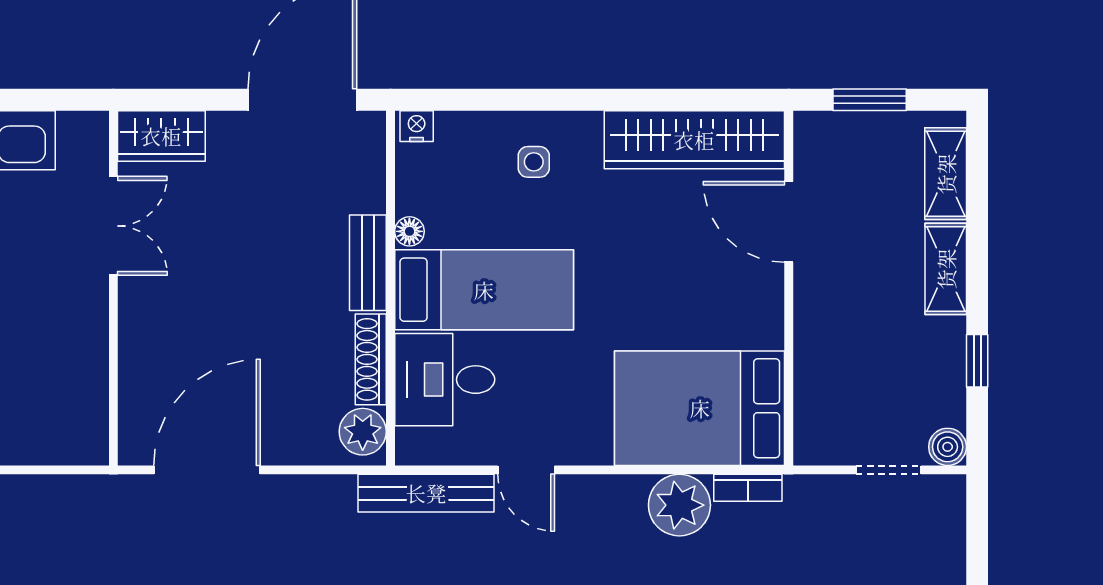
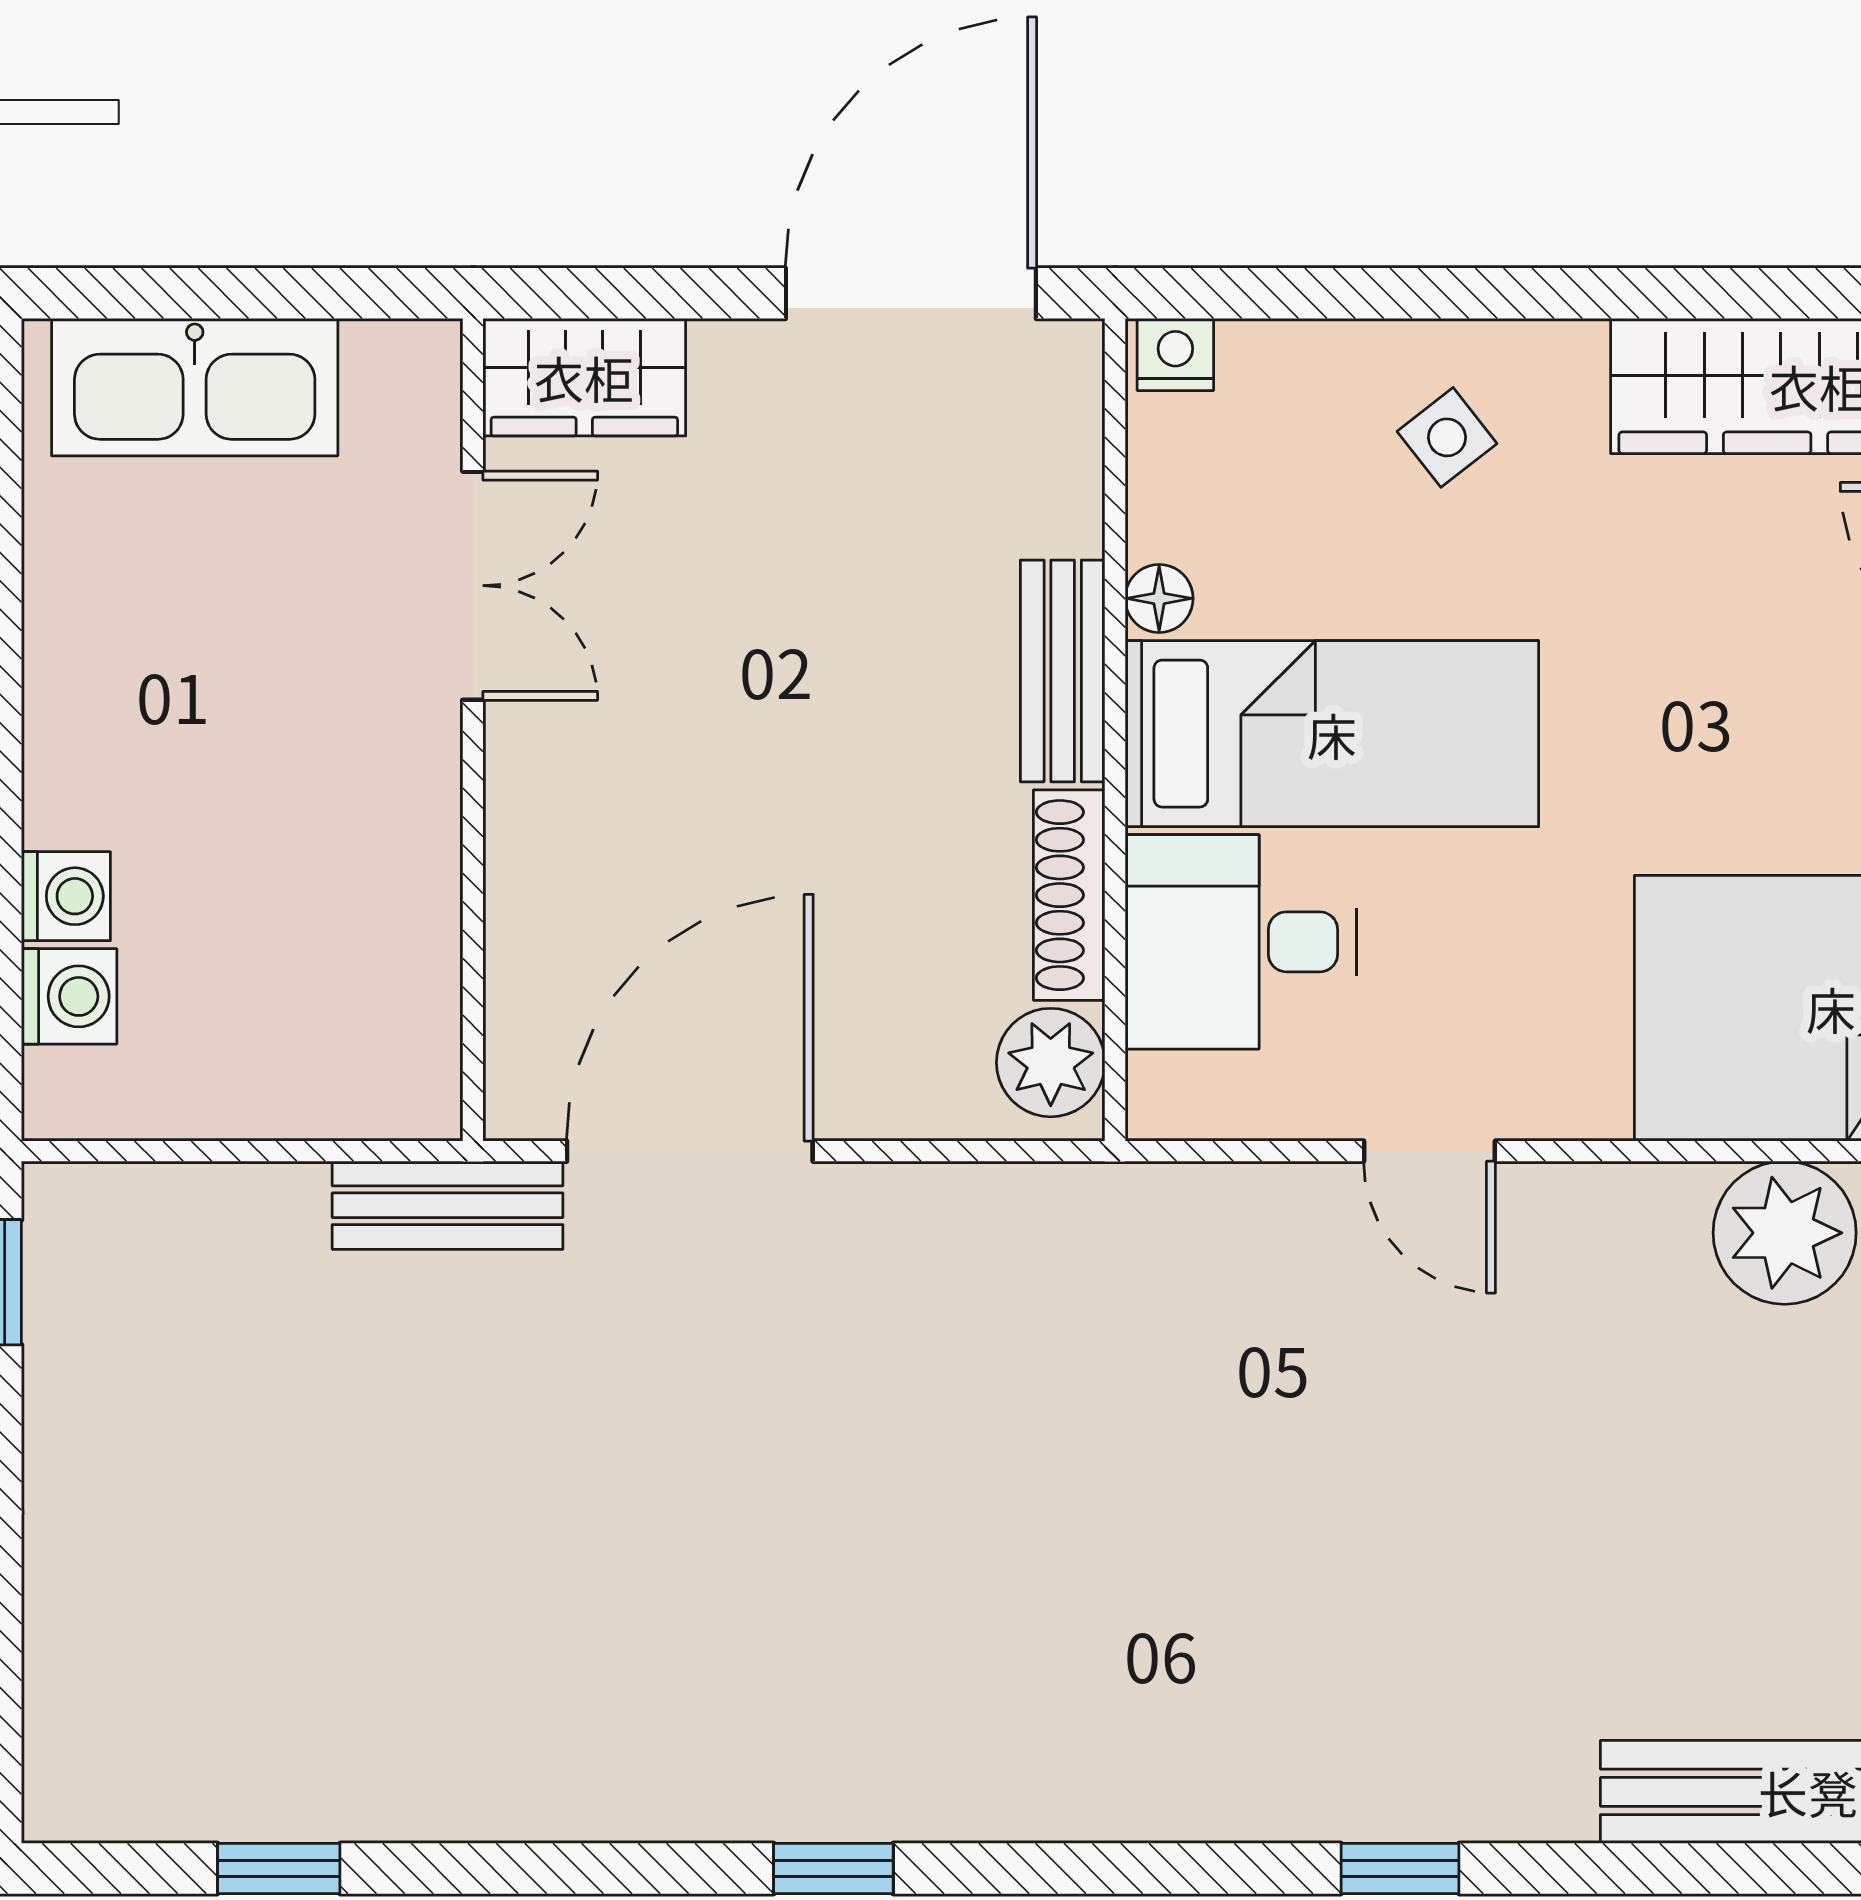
side table: (534, 162) -> (1447, 437), turned -38
bench: (426, 493) -> (448, 1205), moved, width x0.73

